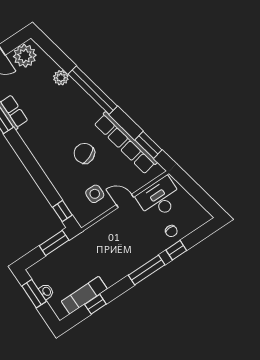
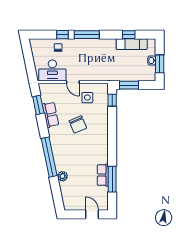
plant: (25, 56) -> (75, 202), removed
row of seats: (126, 143) -> (50, 115), width x0.50

